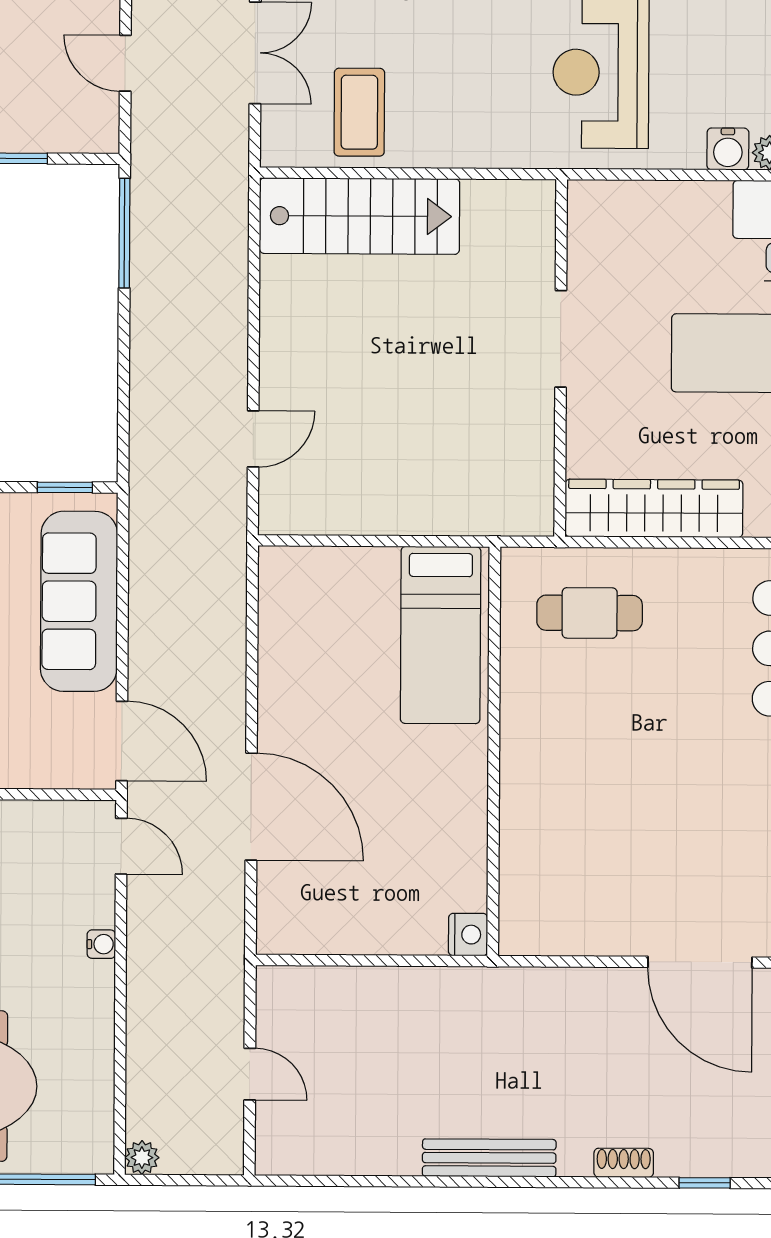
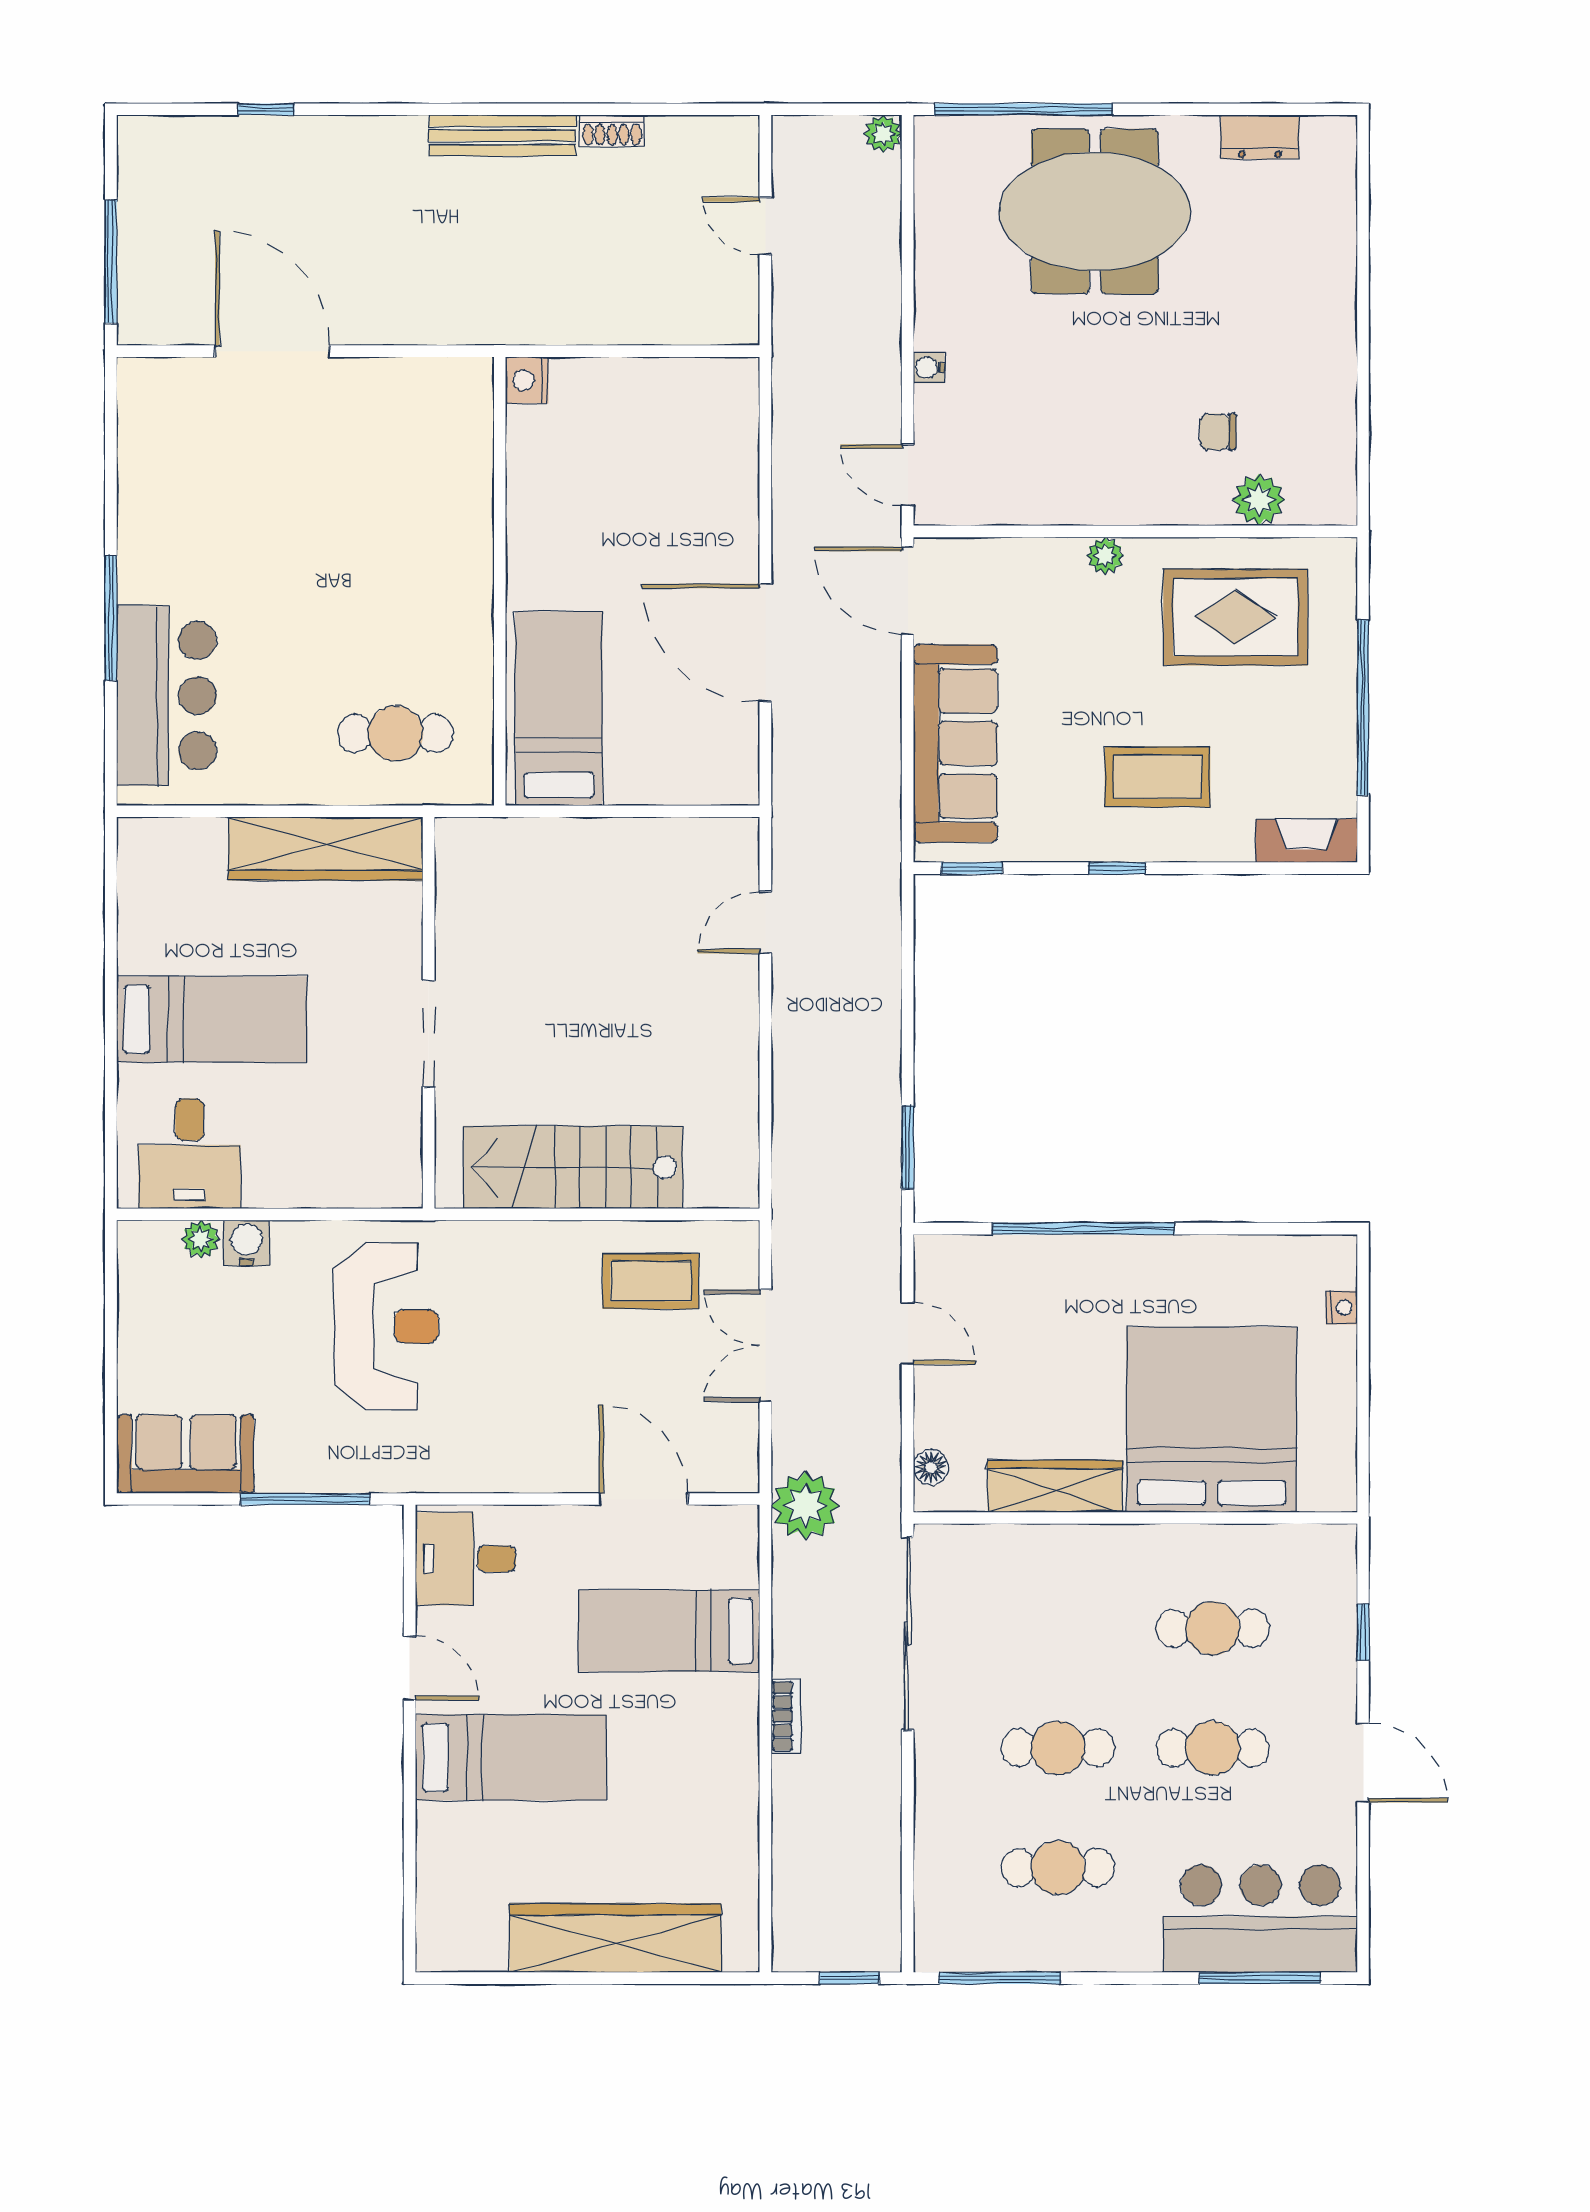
coffee table: (359, 112) -> (651, 1281), turned 90
stairs: (360, 216) -> (573, 1167), moved
window: (124, 233) -> (908, 1147), width x0.69
door: (251, 807) -> (765, 643), moved
shoe rack: (624, 1163) -> (612, 131), moved

